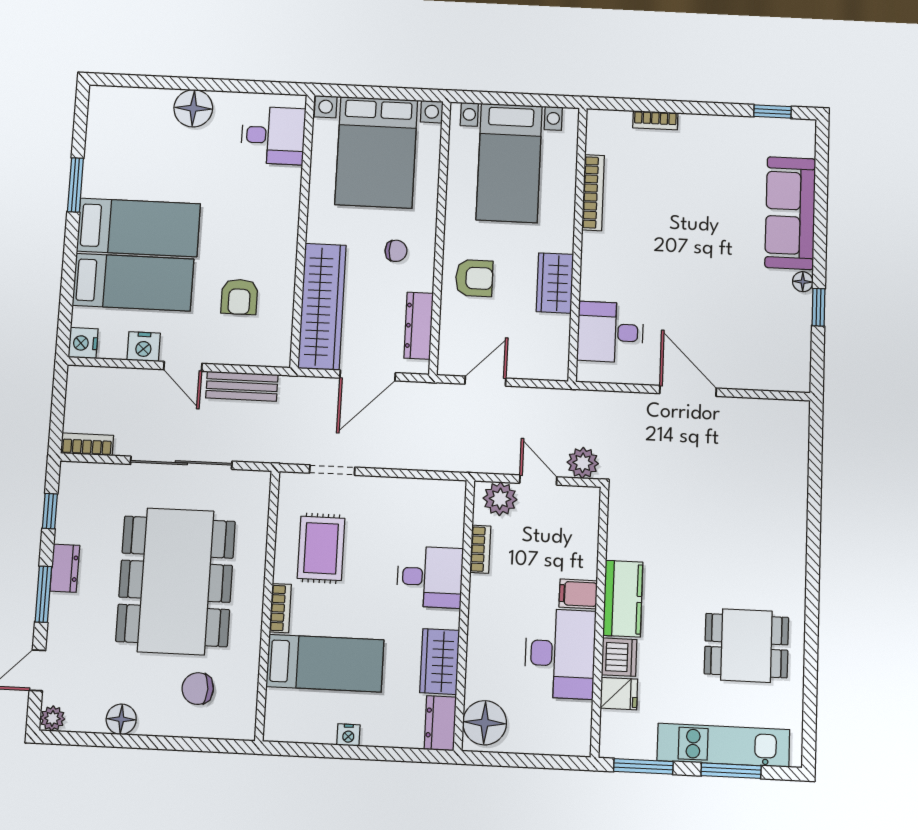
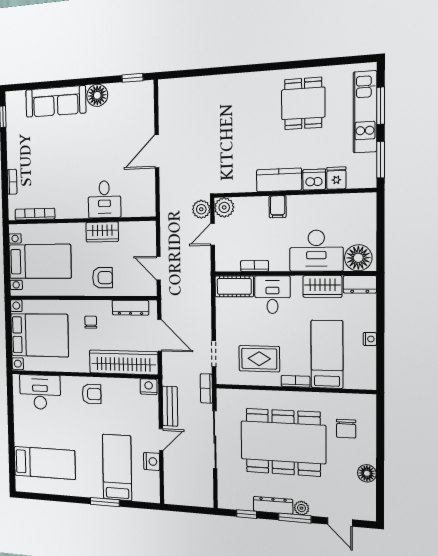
floor lamp: (193, 108) -> (24, 435), removed
desk: (273, 135) -> (40, 392), width x1.37
window: (75, 185) -> (105, 502), moved
bookcase: (593, 193) -> (35, 214), moved
bed: (138, 227) -> (45, 463), moved, turned 90
armchair: (474, 278) -> (103, 278), turned 90
floor lamp: (803, 282) -> (97, 95), width x1.89, depth x1.89
armchair: (239, 297) -> (92, 394), moved
window: (818, 307) -> (132, 78), moved
desk: (610, 332) -> (104, 199), moved
nightstand: (83, 343) -> (149, 387), moved, turned 180
bookcase: (87, 444) -> (206, 388), moved
plant: (500, 499) -> (224, 207), moved
cot: (447, 512) -> (234, 286), added
dresser: (65, 568) -> (273, 505), width x1.44
desk: (560, 654) -> (316, 251), moved, turned 180
plant: (52, 718) -> (302, 508), moved

